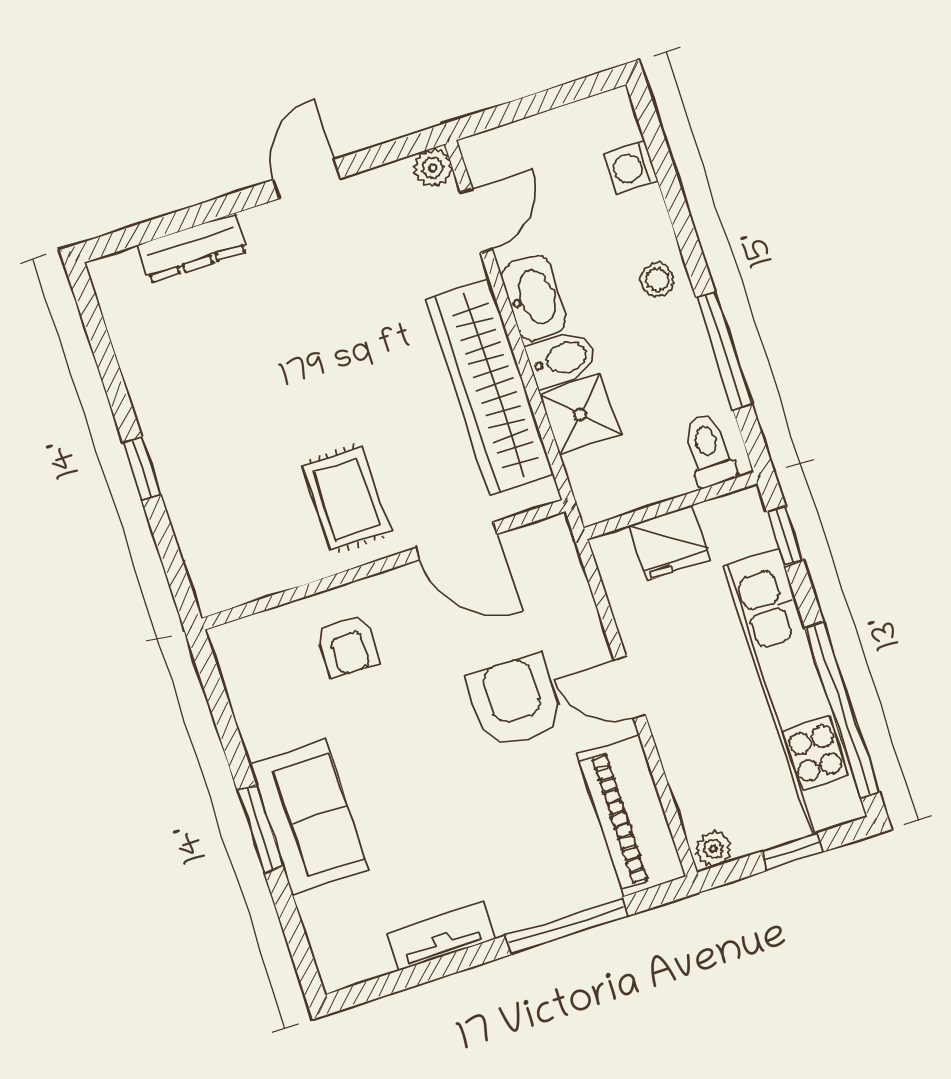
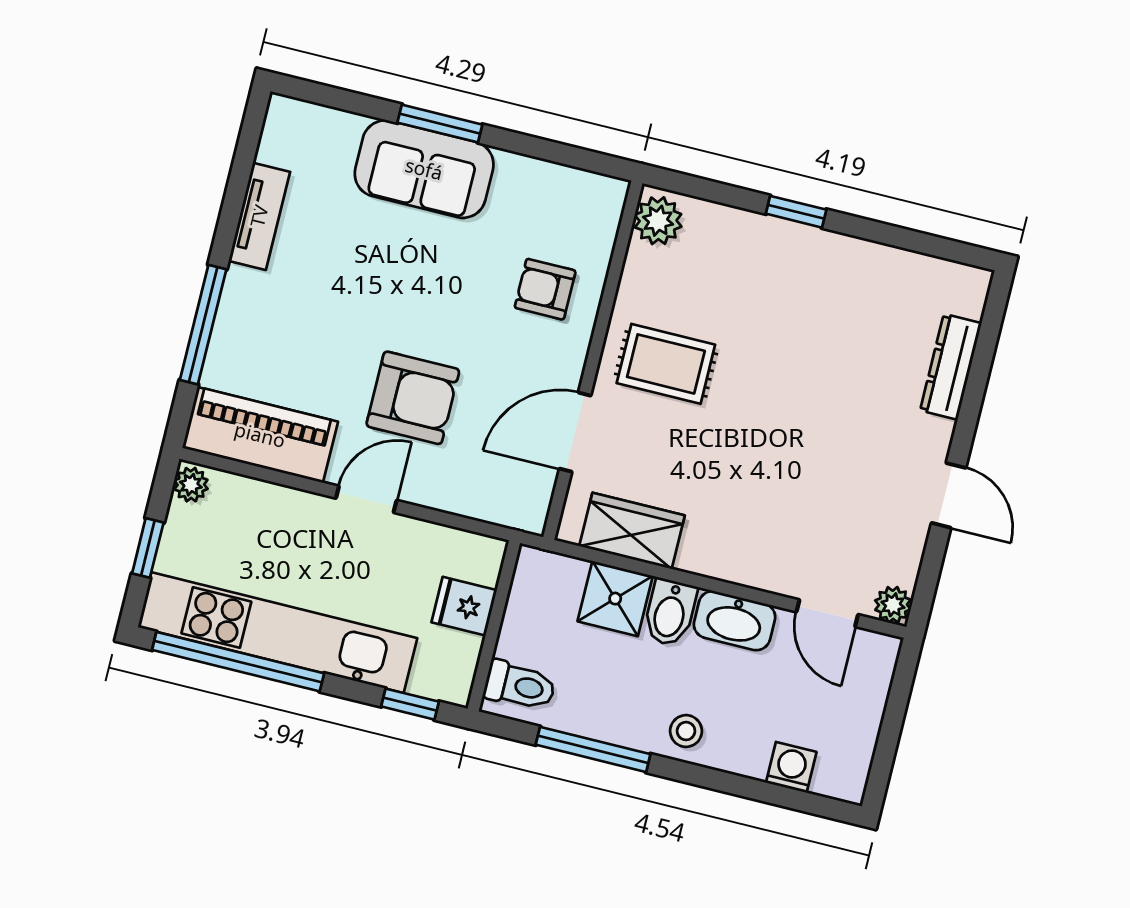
wardrobe: (490, 387) -> (632, 531), width x0.48, depth x0.85
fridge: (670, 542) -> (464, 606), width x0.72
plant: (225, 584) -> (658, 221), added

